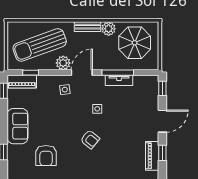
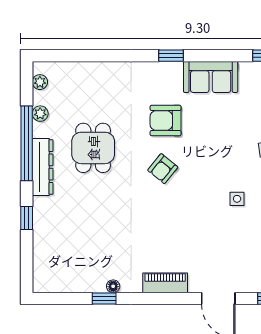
armchair: (90, 139) -> (163, 169), moved
window: (162, 153) -> (170, 299), removed

